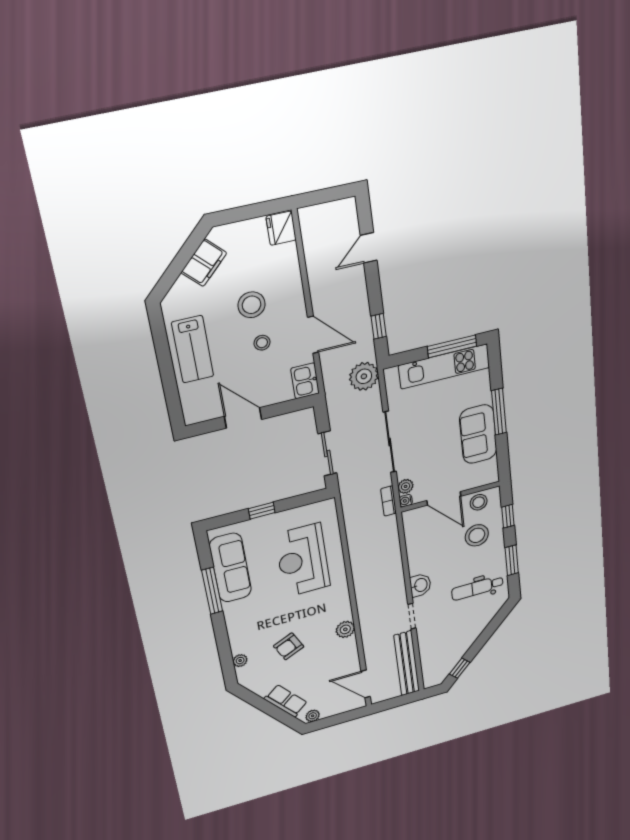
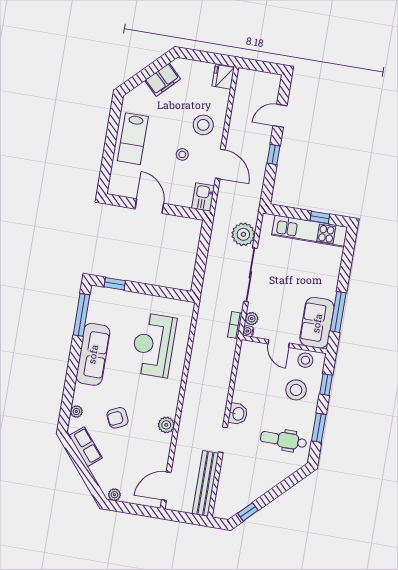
stool: (252, 305) -> (203, 125), moved
window: (379, 326) -> (273, 155), moved
window: (452, 346) -> (320, 217), width x0.46
plant: (364, 376) -> (243, 234), moved
window: (499, 412) -> (338, 312), moved
sofa: (478, 434) -> (317, 323), moved
sliding door: (327, 454) -> (201, 263), removed
door: (444, 498) -> (279, 343), width x0.73
window: (262, 511) -> (115, 284), moved
sofa: (230, 568) -> (93, 354), moved
window: (212, 591) -> (82, 315), moved
door: (366, 684) -> (166, 486), hinge flipped
row of seats: (286, 701) -> (86, 447), moved

